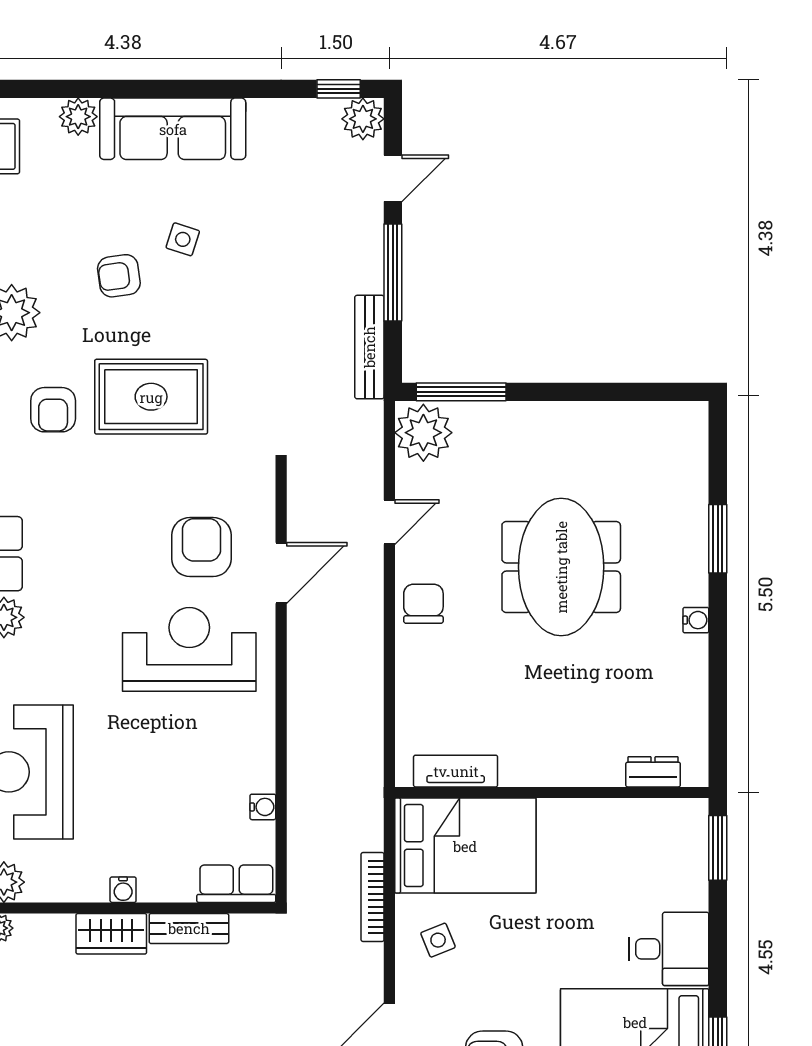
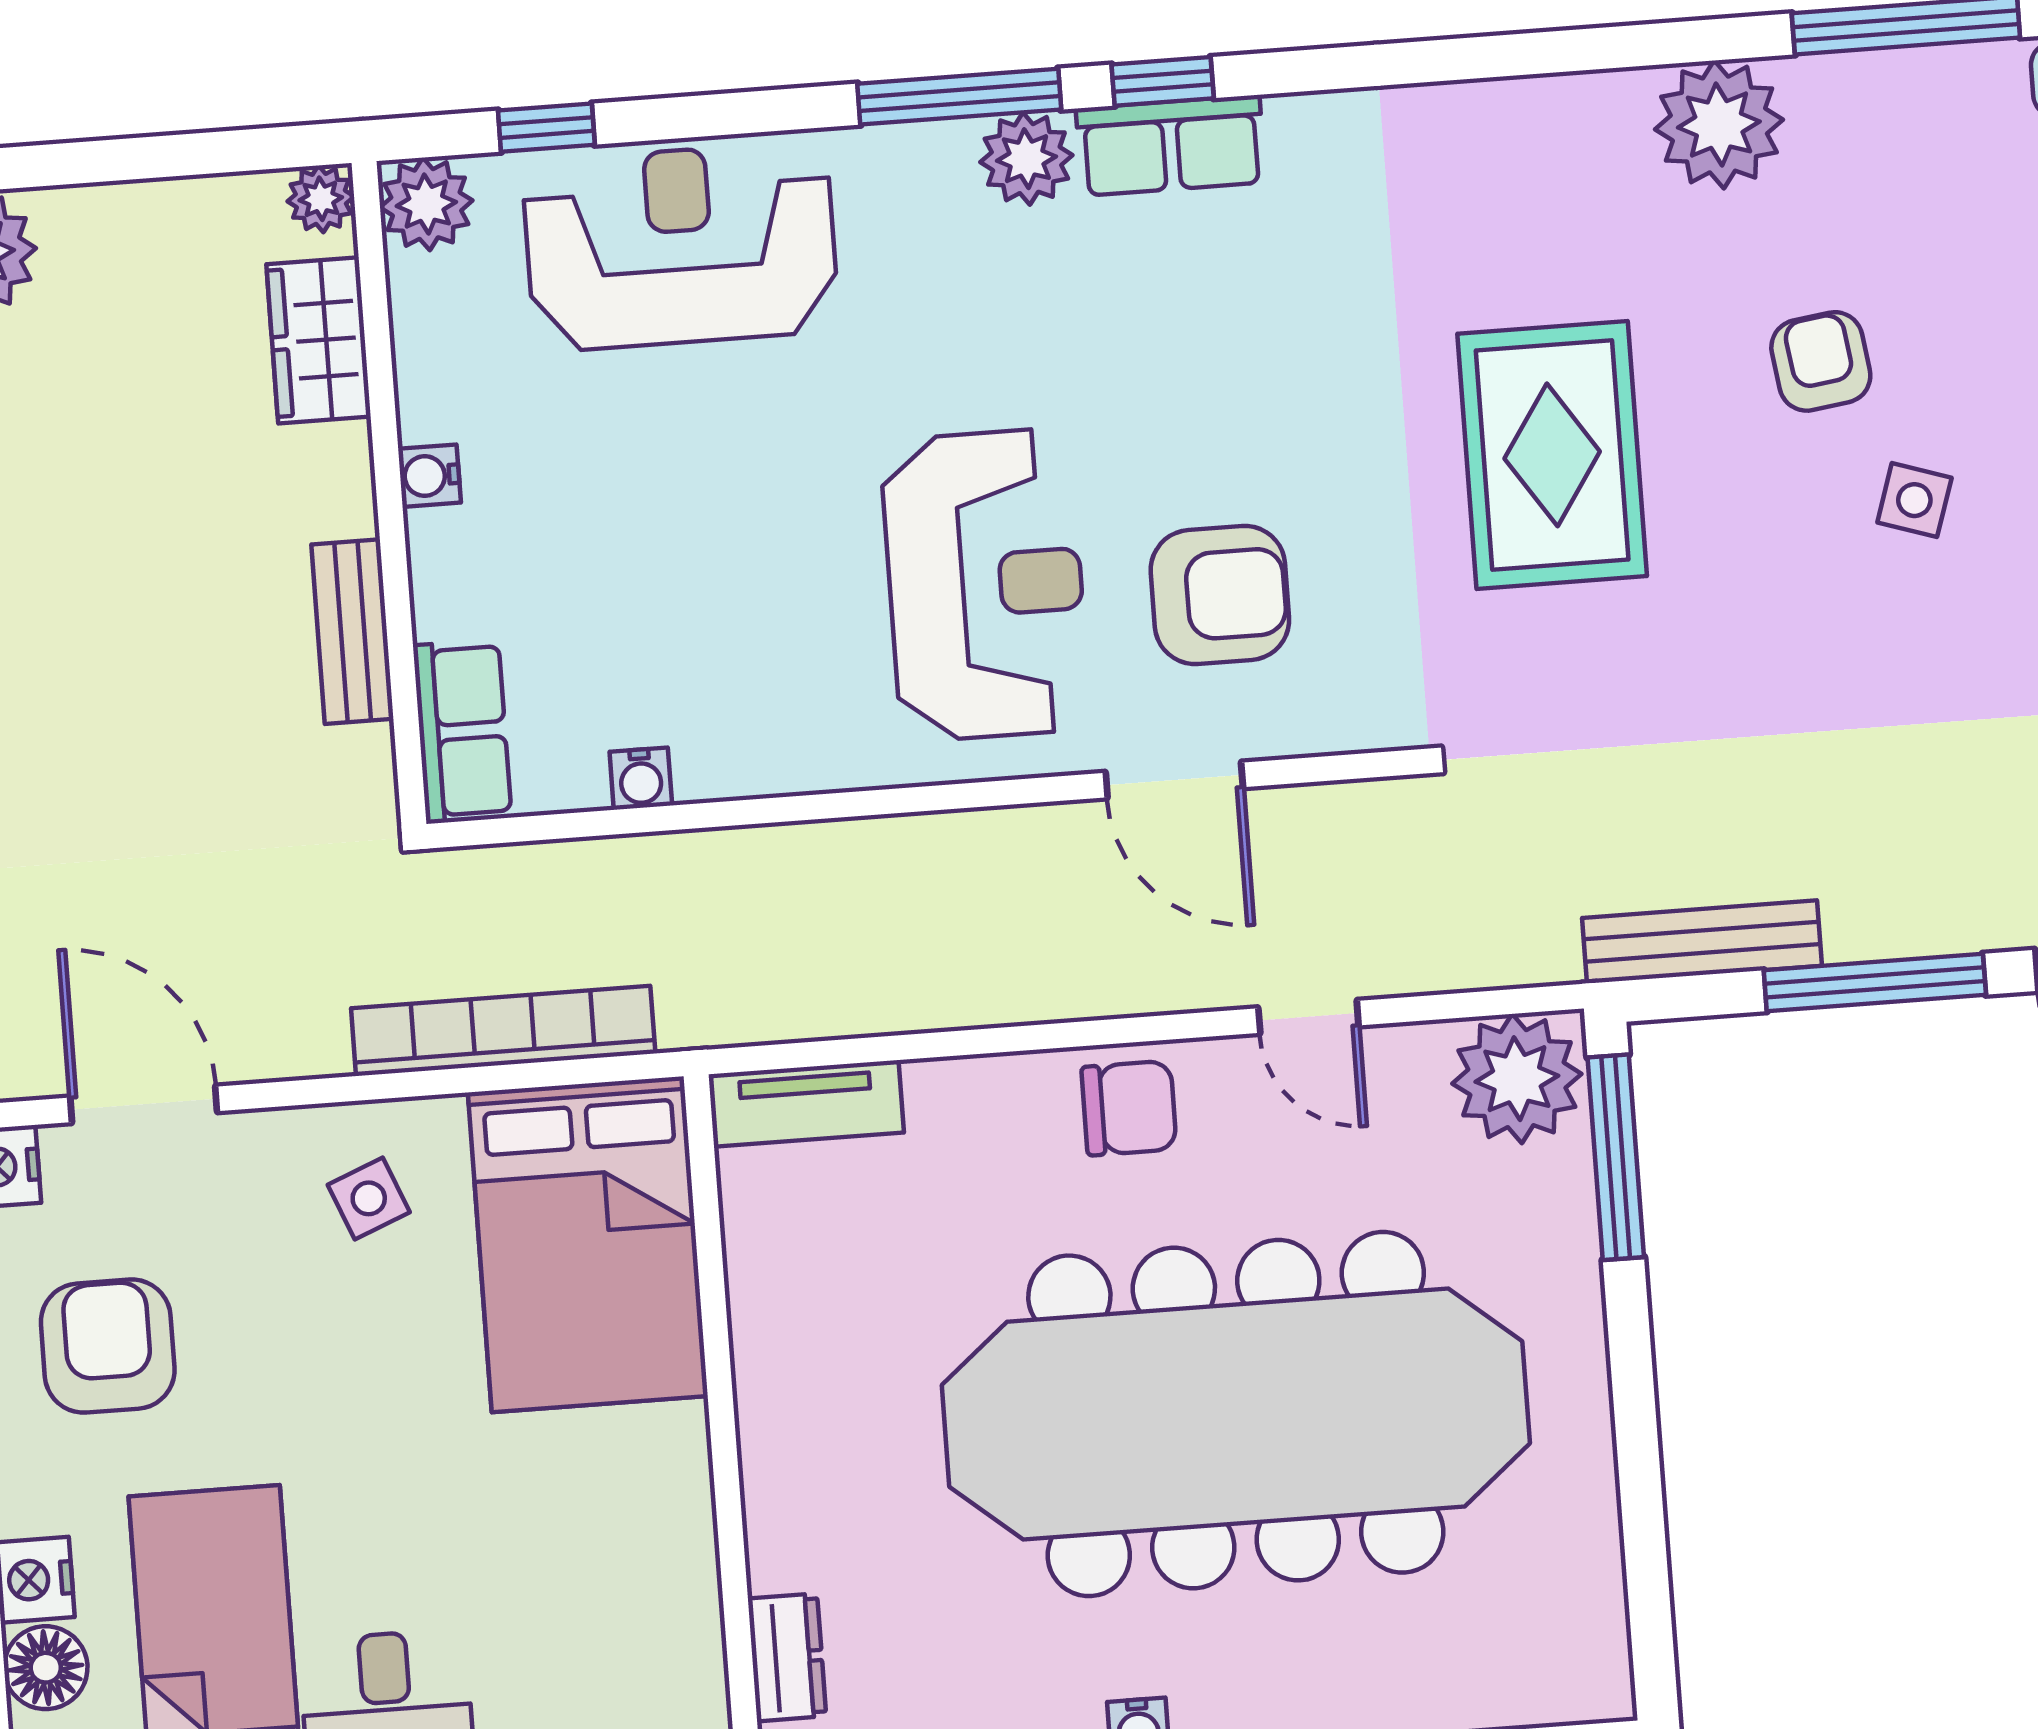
armchair: (53, 410) -> (1506, 235), removed
meeting table: (561, 567) -> (1236, 1414), width x1.86, depth x1.27
tv unit: (456, 771) -> (806, 1103), moved, turned 90
bookcase: (373, 897) -> (503, 1031), width x1.48, depth x1.31
wardrobe: (111, 934) -> (319, 340), moved

